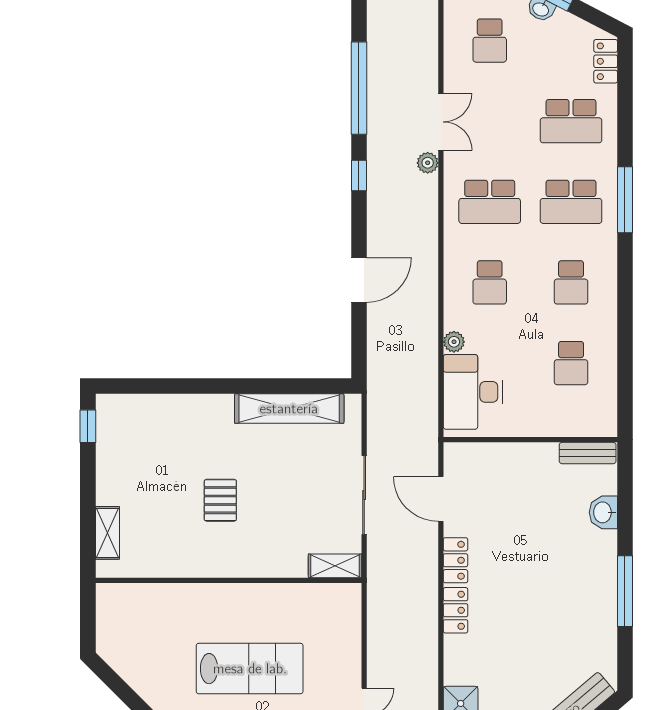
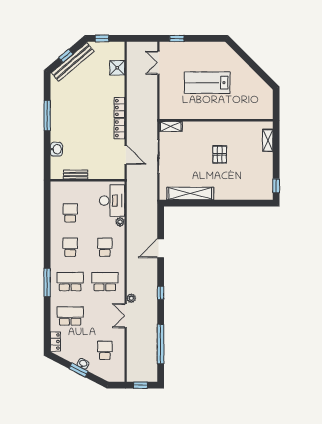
window: (359, 88) -> (161, 344), moved
bench: (588, 453) -> (76, 175), moved

